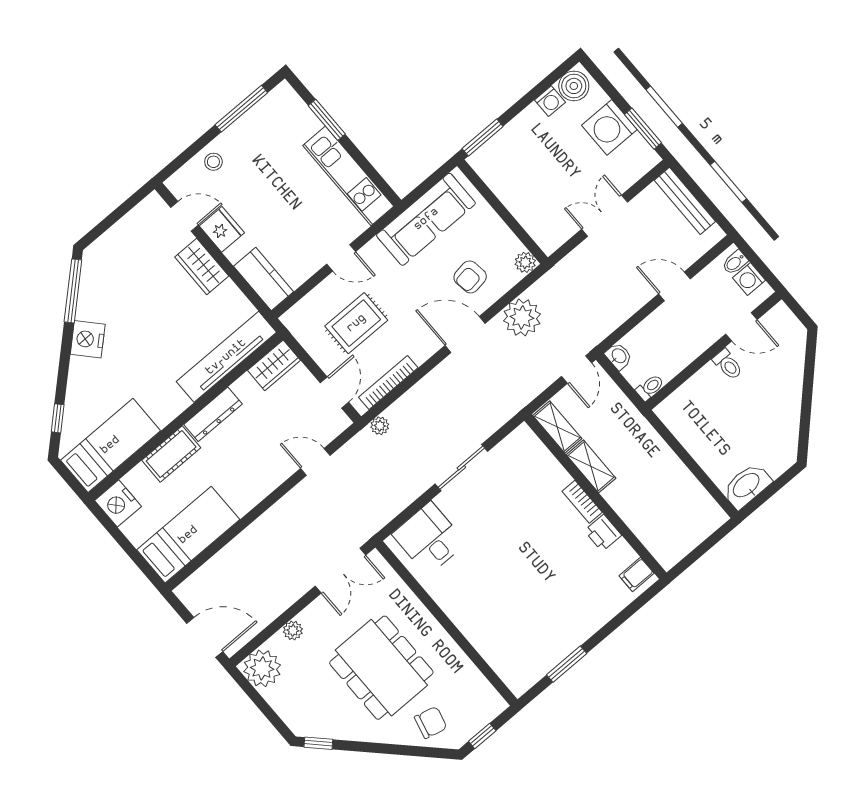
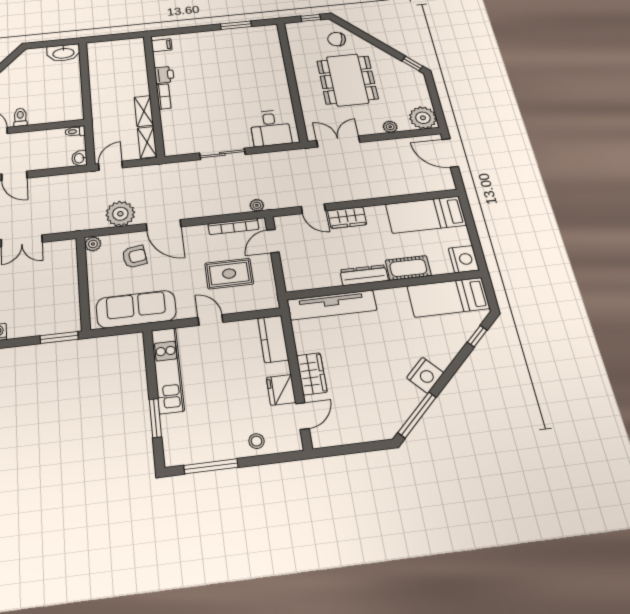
door: (184, 216) -> (302, 416), swing flipped
wardrobe: (274, 365) -> (347, 218), moved, turned 180

